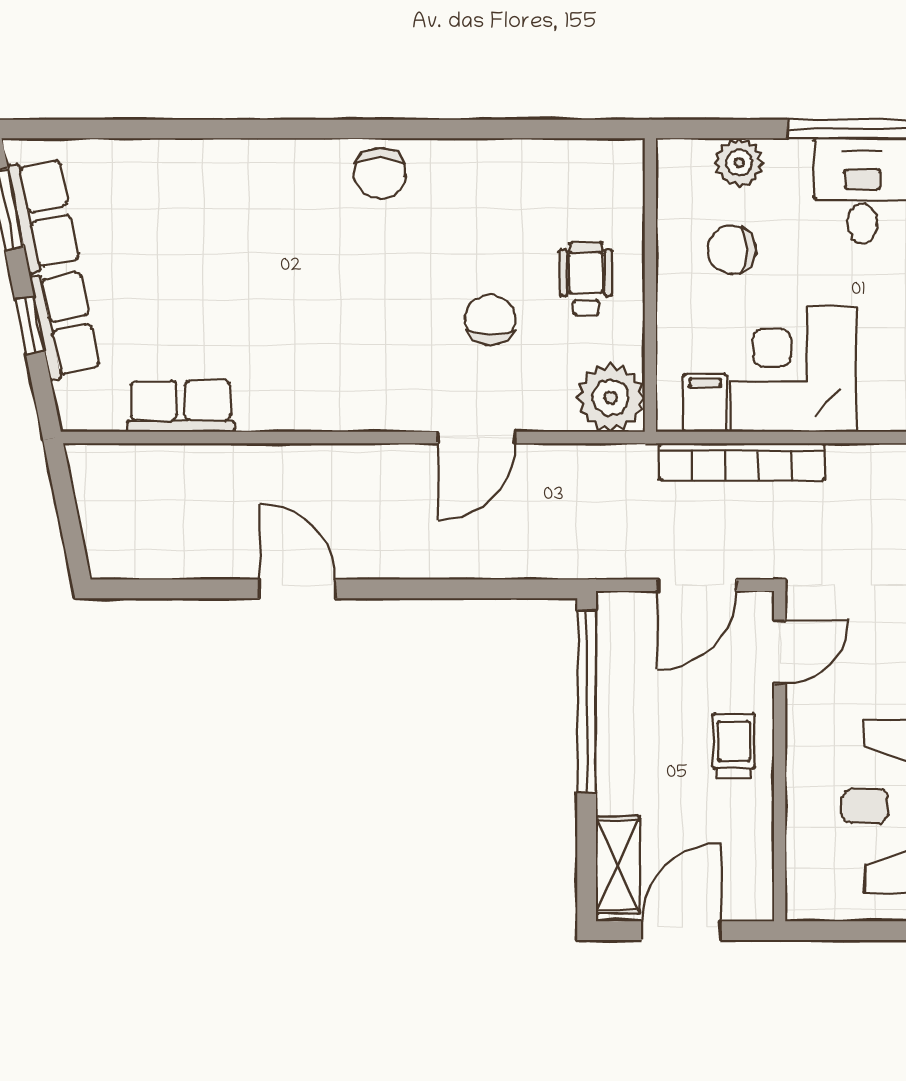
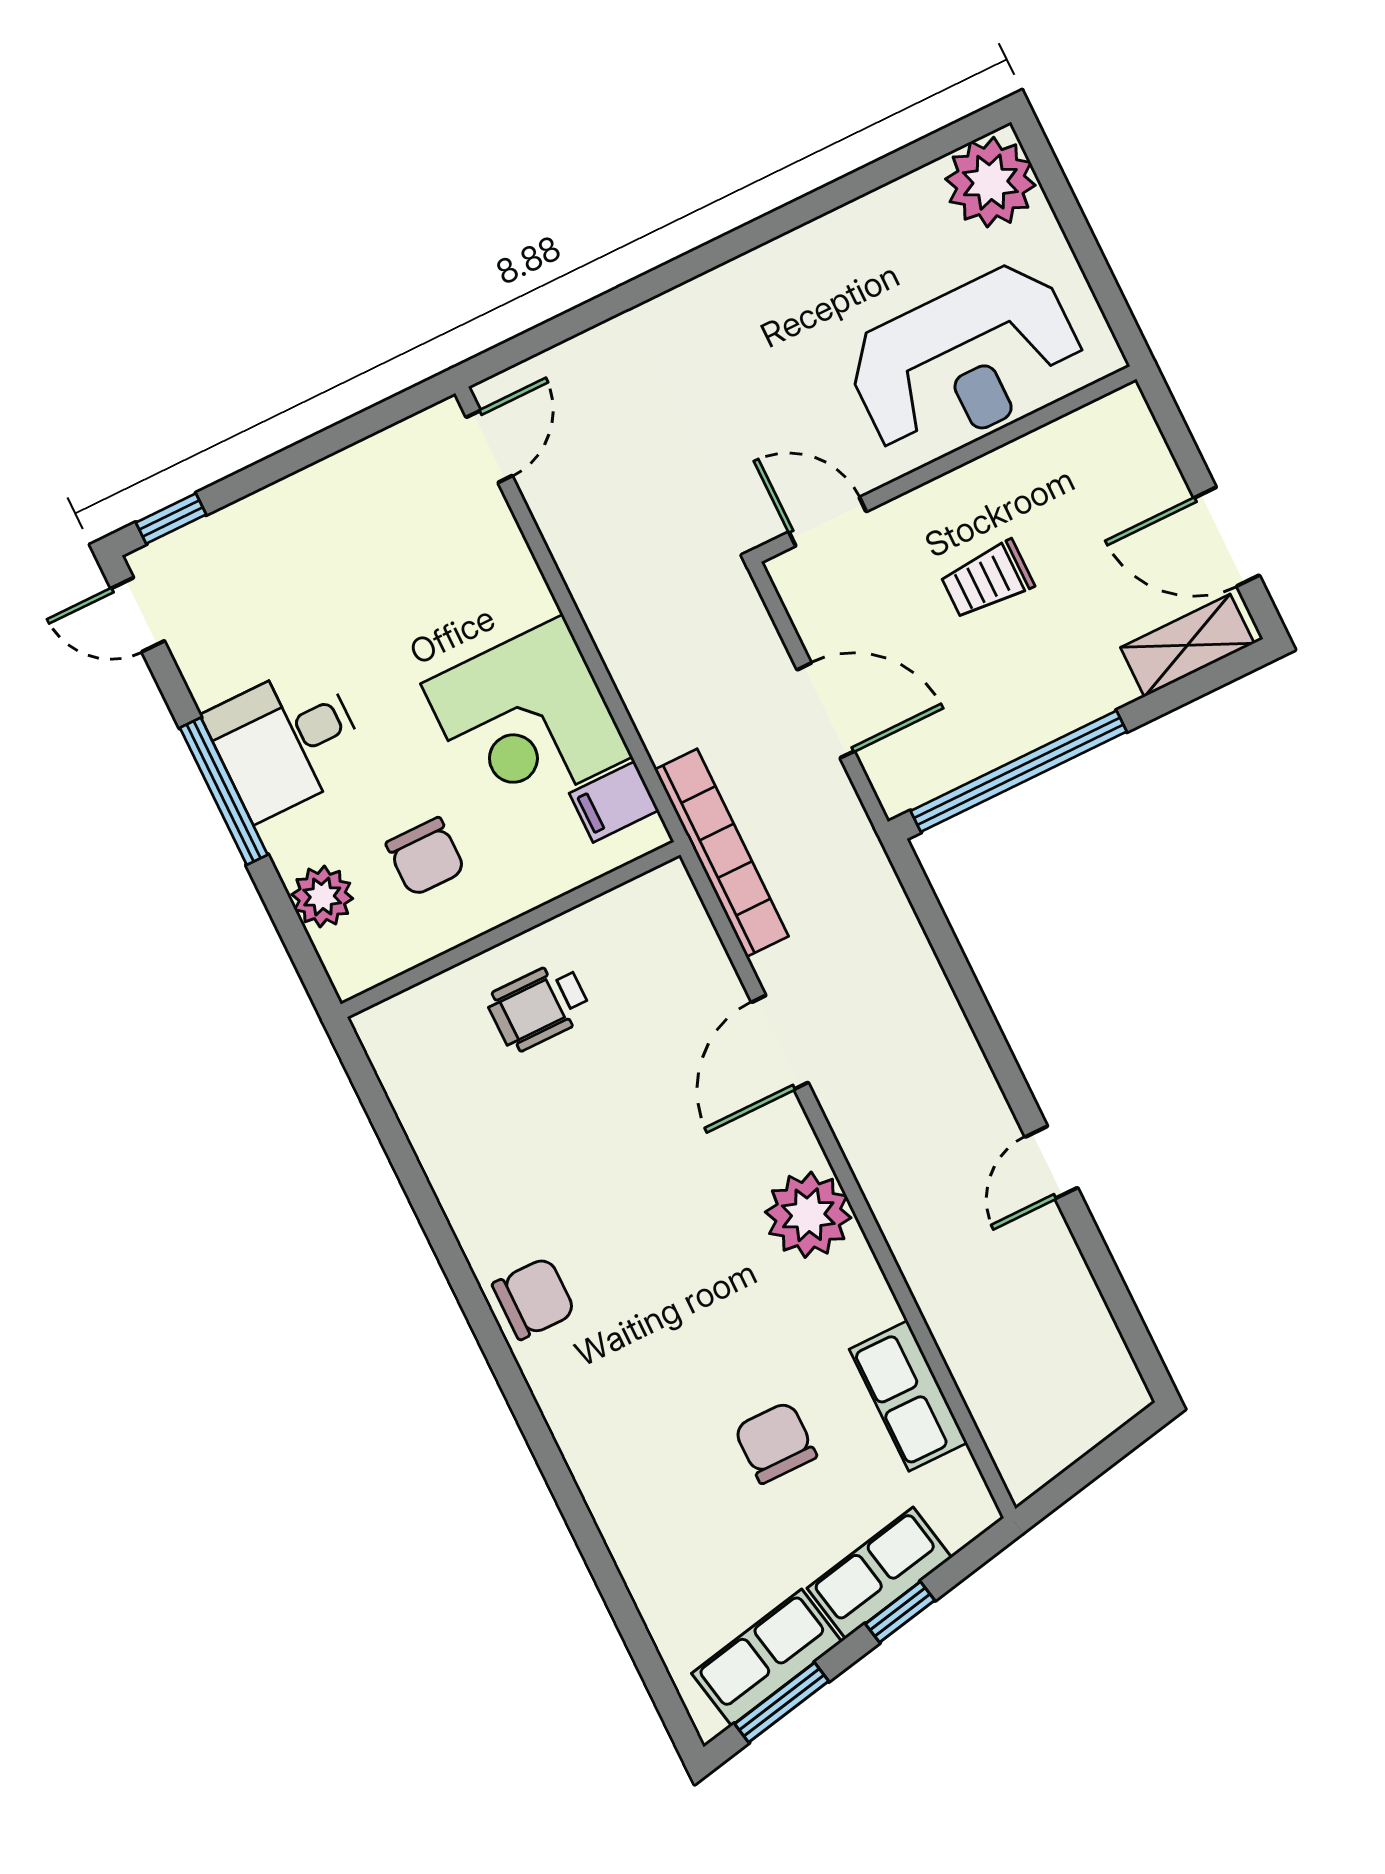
chair: (490, 320) -> (775, 1442), moved, turned 90
plant: (611, 398) -> (808, 1215), moved
door: (477, 437) -> (780, 1042), swing flipped
bookcase: (742, 462) -> (722, 853), moved
door: (297, 589) -> (1051, 1162), width x0.73
door: (780, 652) -> (828, 522), moved
wall: (780, 756) -> (946, 464), moved

